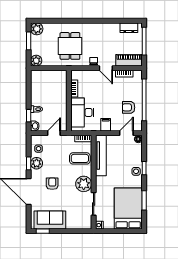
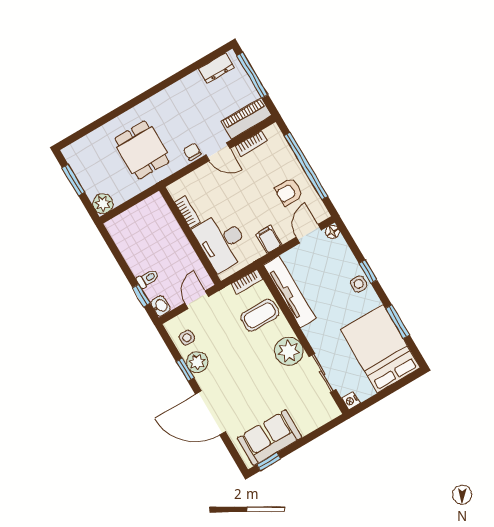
plant: (37, 29) -> (75, 154), removed
armchair: (52, 184) -> (240, 380), removed

